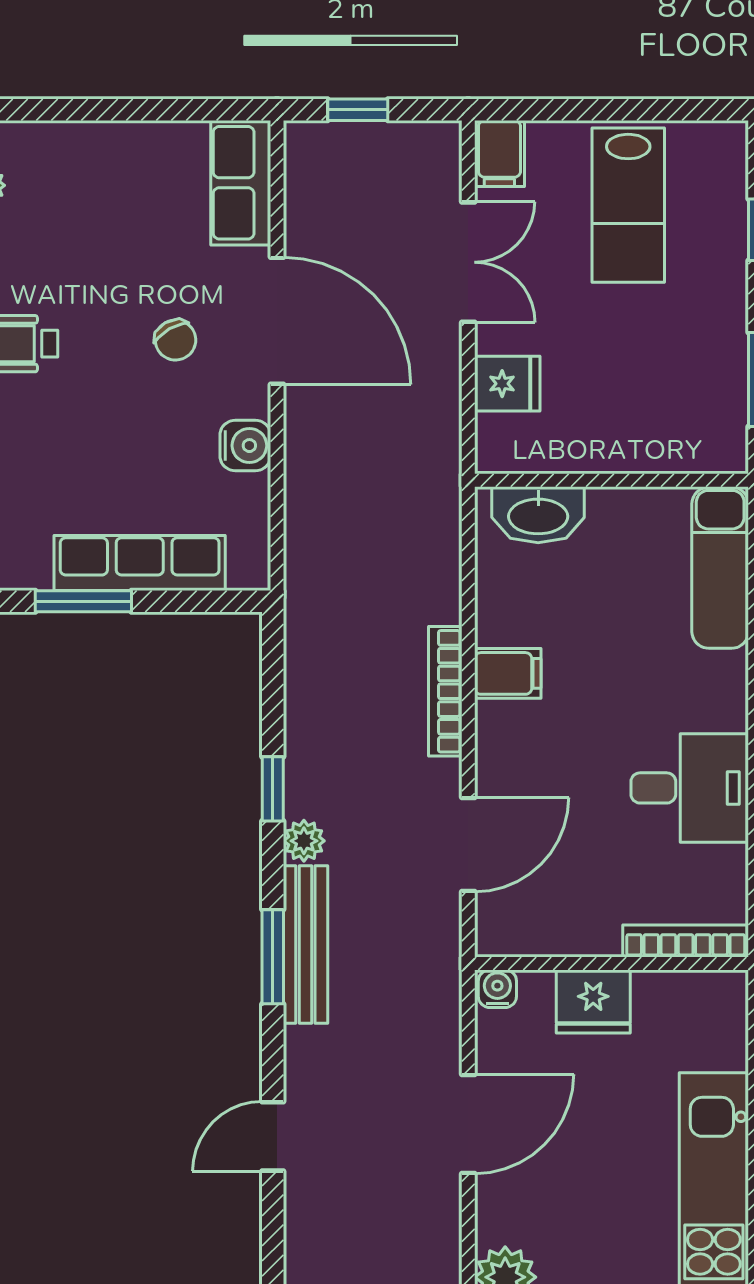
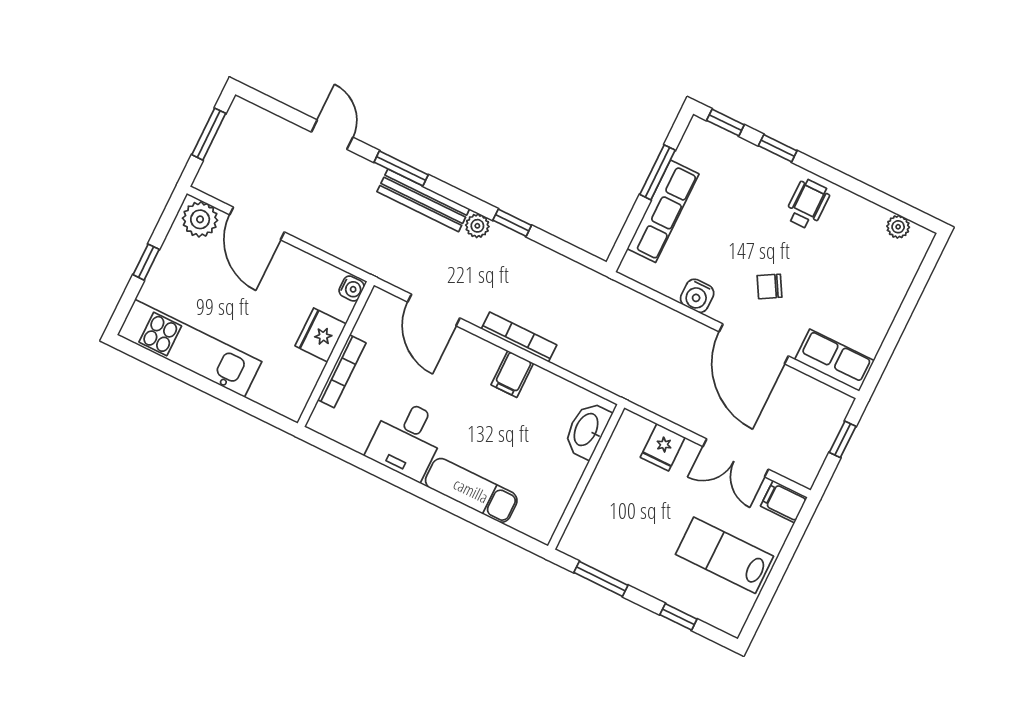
door: (277, 321) -> (754, 344), hinge flipped
exam couch: (720, 568) -> (471, 490), moved
bookcase: (686, 941) -> (342, 371), moved
window: (273, 957) -> (401, 168), moved
door: (468, 1124) -> (257, 223), moved

